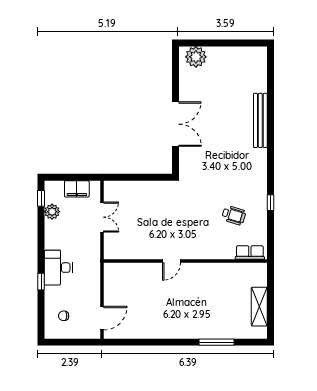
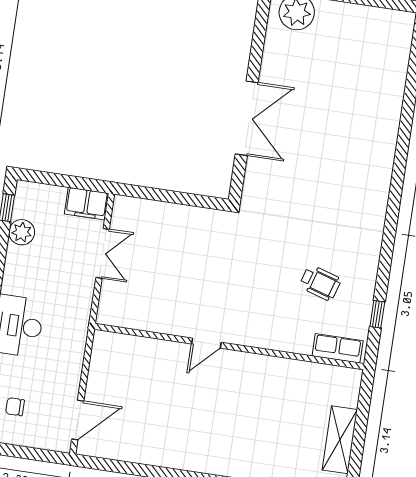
bench: (260, 120) -> (387, 133), removed
filing cabinet: (77, 189) -> (87, 204), moved
window: (270, 203) -> (377, 314), moved

